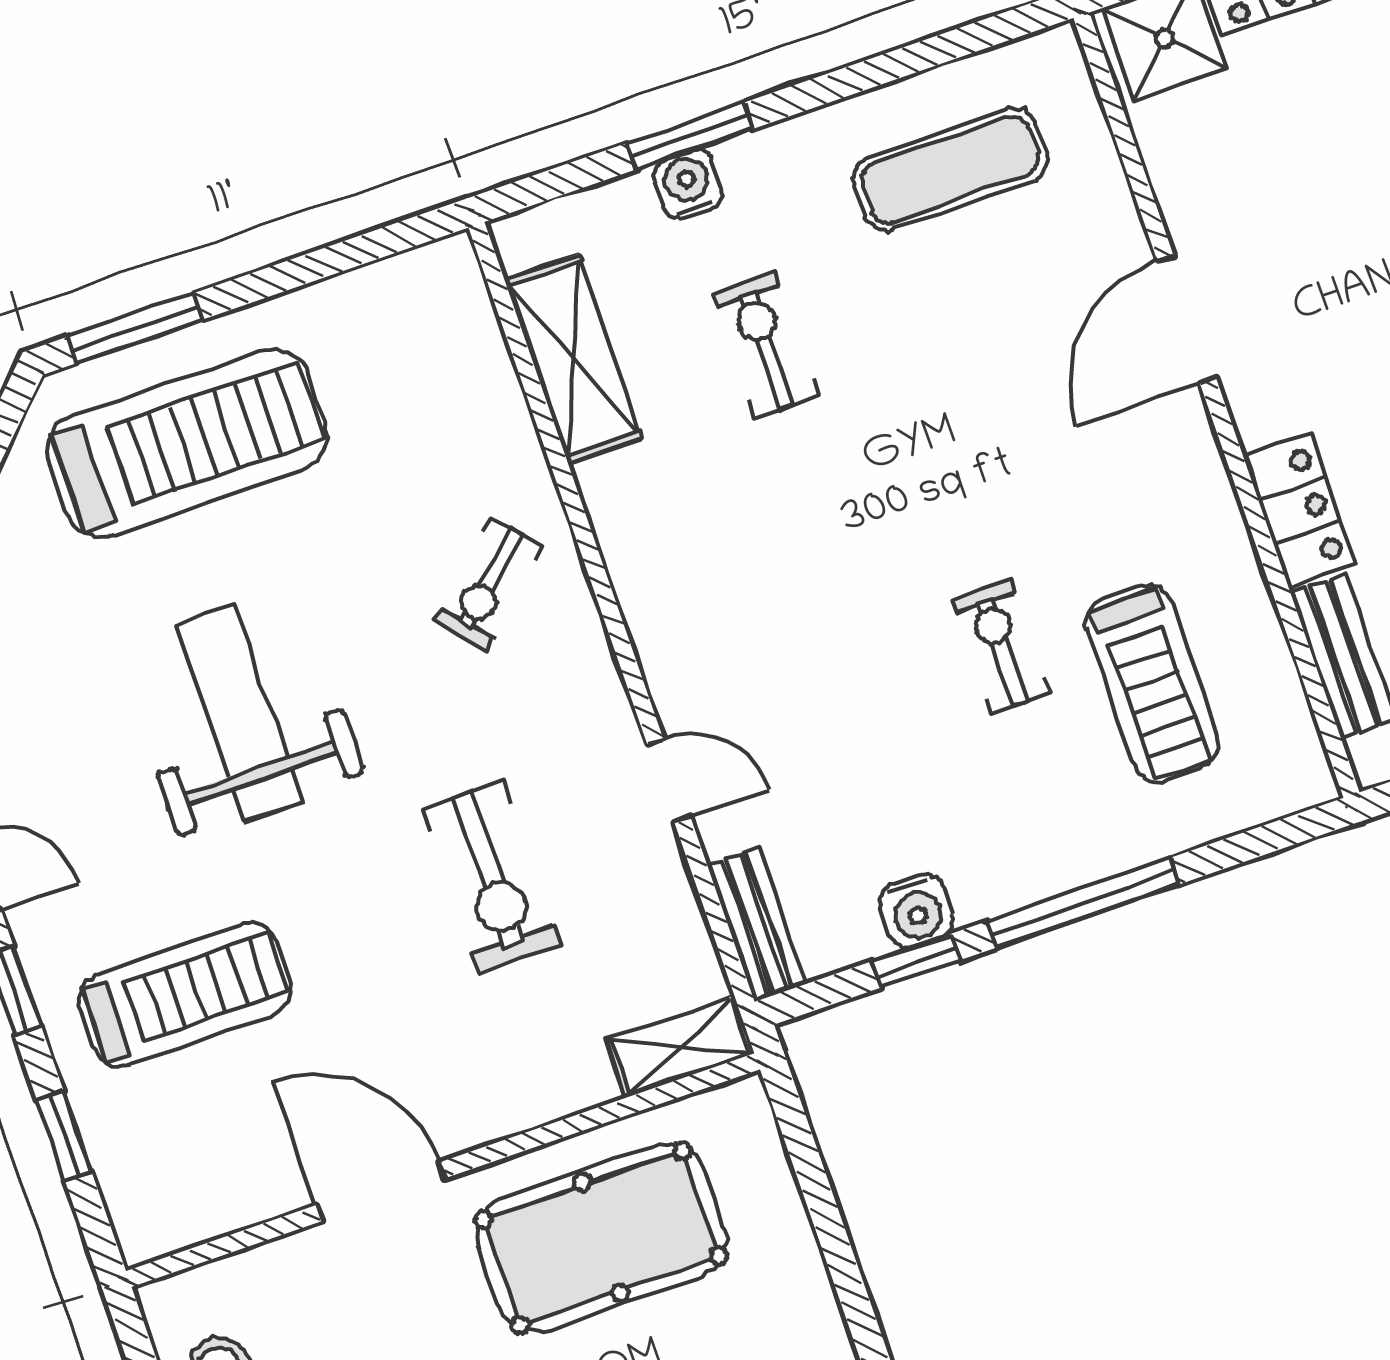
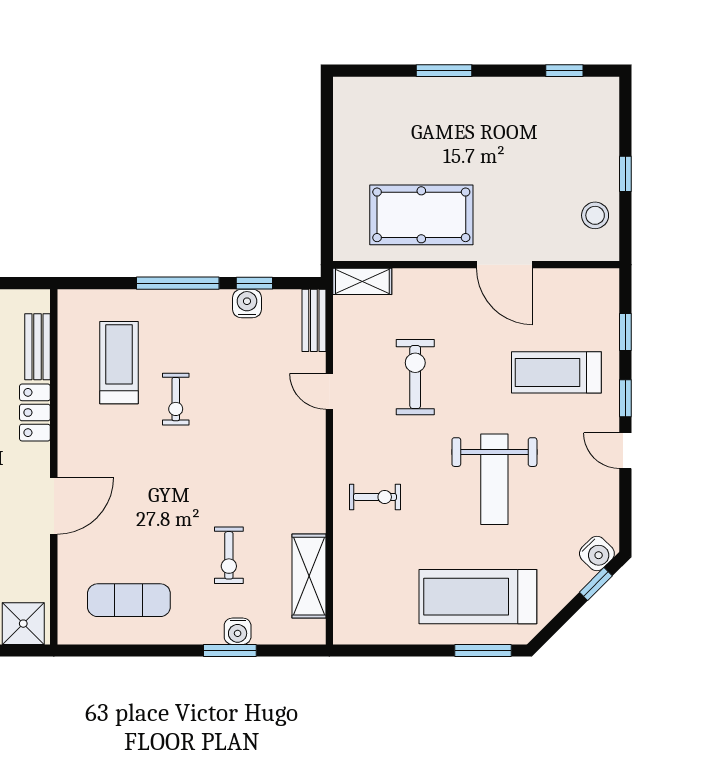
exercise bike: (488, 583) -> (375, 497), turned 42

